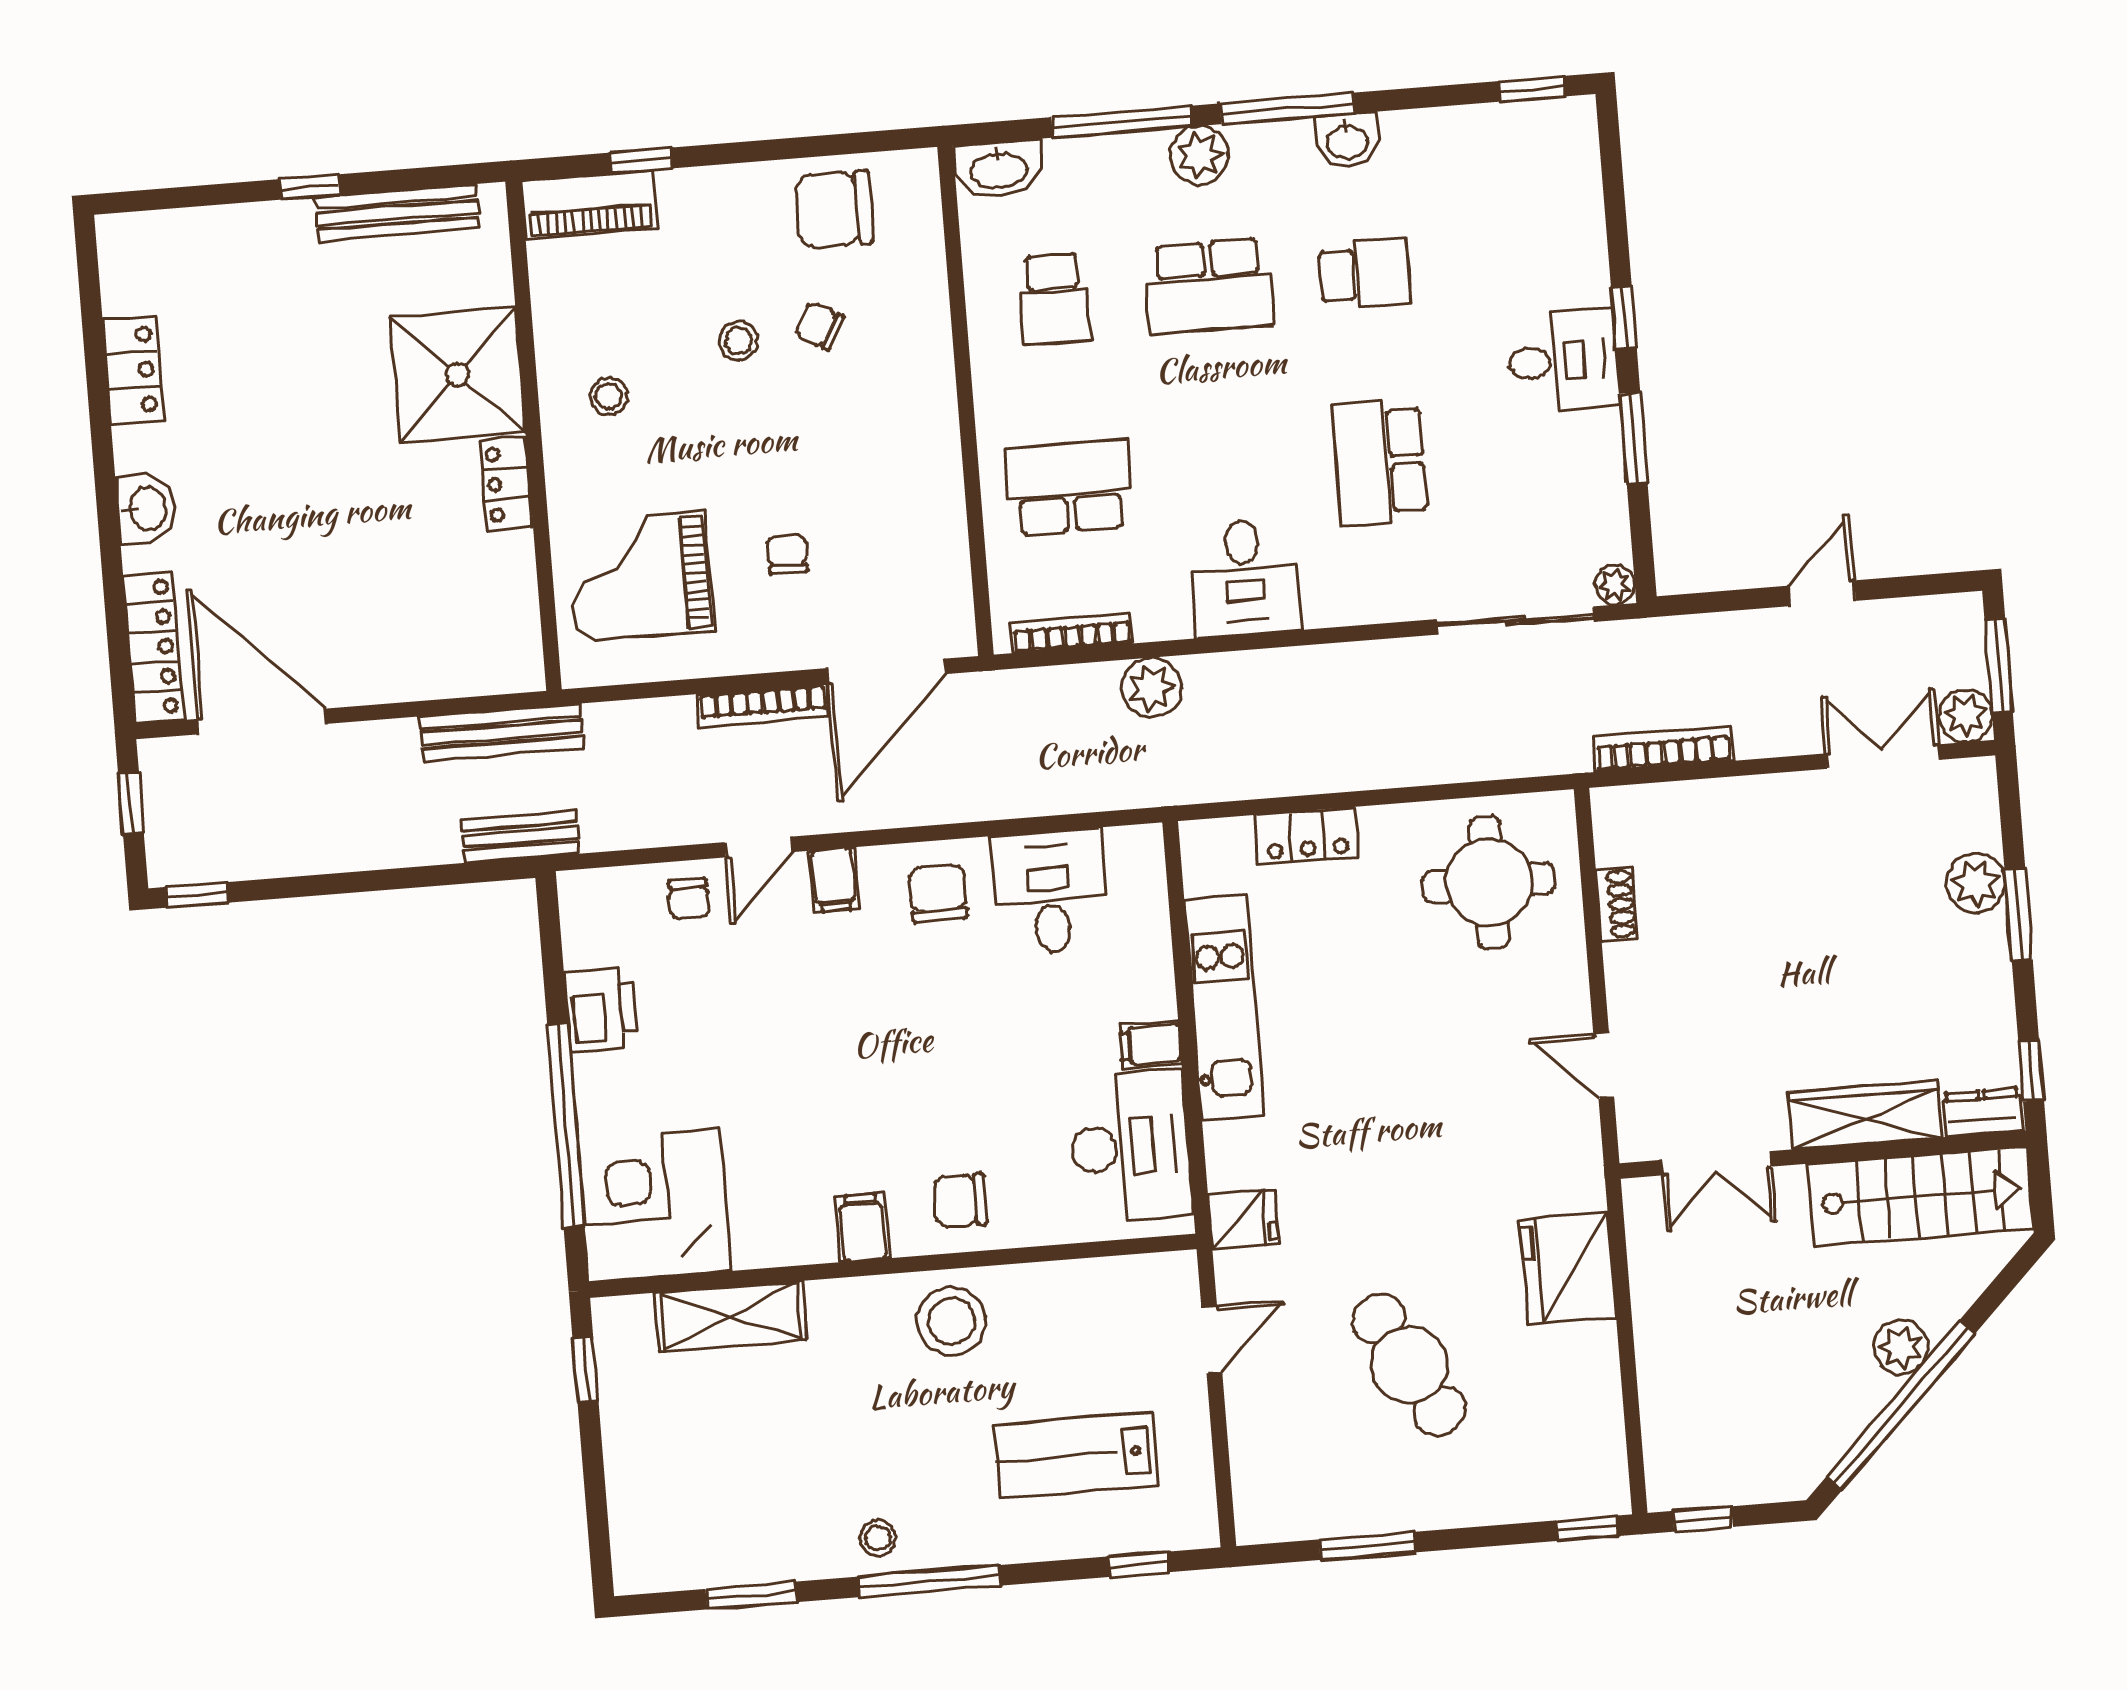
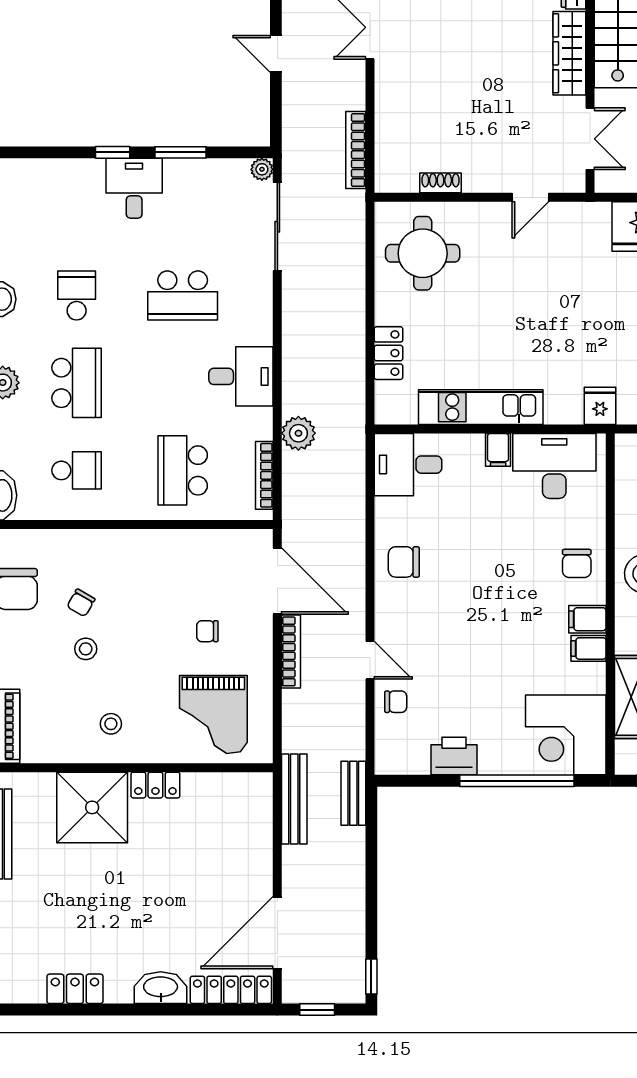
washbasin: (146, 509) -> (161, 988), width x1.38
filing cabinet: (834, 880) -> (589, 648), moved, turned 180
desk: (1050, 892) -> (408, 465), moved

